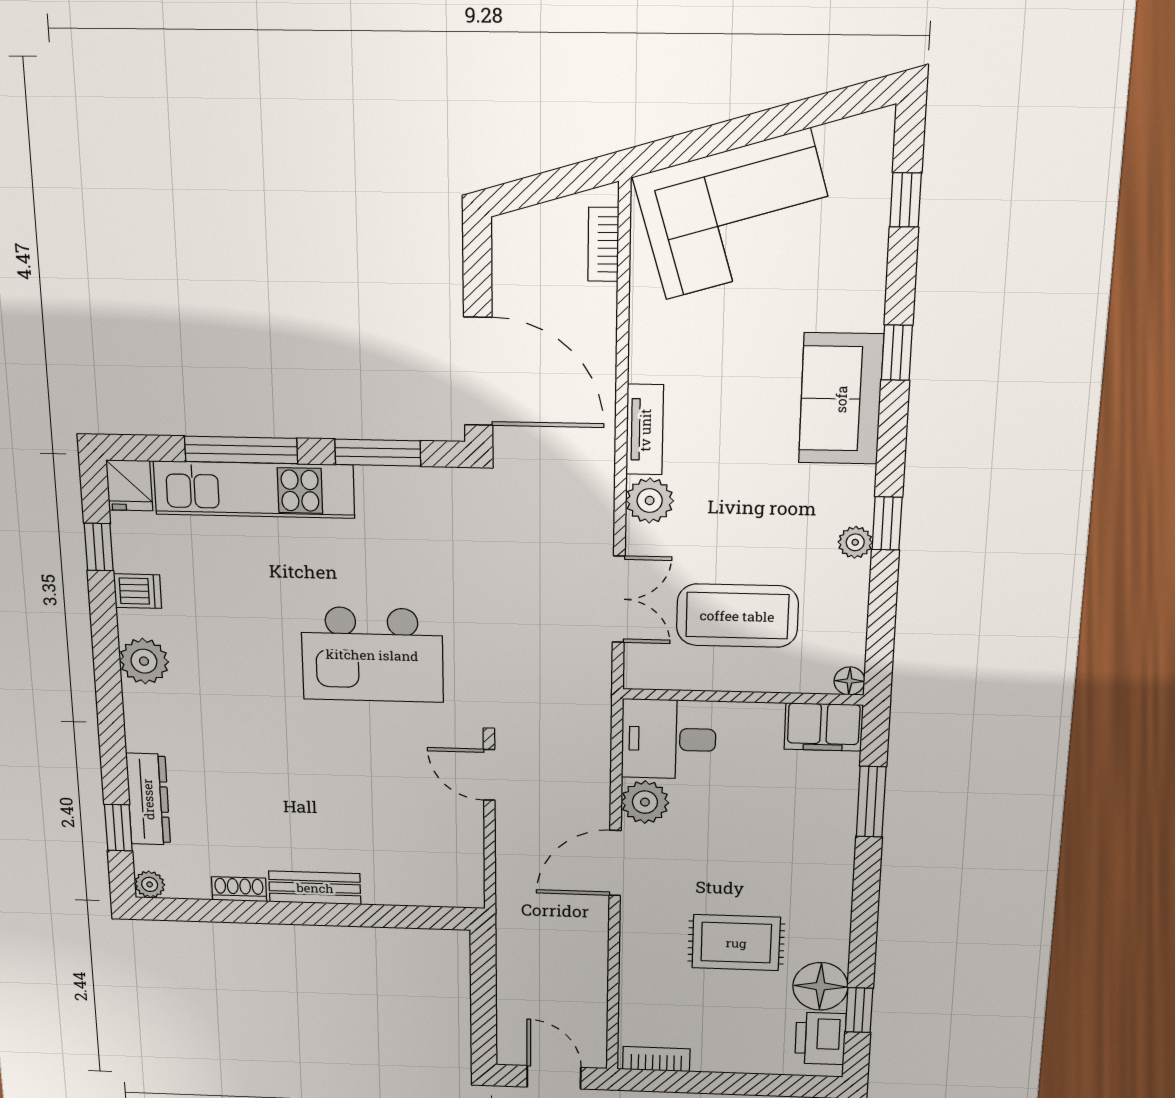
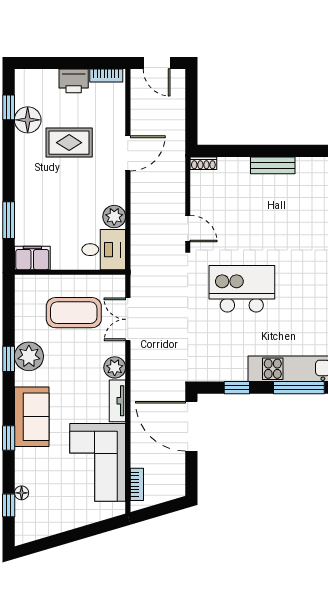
corner sofa: (737, 215) -> (98, 462), moved, turned -74
window: (378, 453) -> (237, 388), width x0.67
plant: (855, 542) -> (29, 356), width x1.88, depth x1.88
floor lamp: (849, 681) -> (22, 493), moved
door: (615, 863) -> (128, 153), moved
shoe rack: (239, 889) -> (203, 163), moved
printer: (820, 1038) -> (74, 81), moved, turned 90

